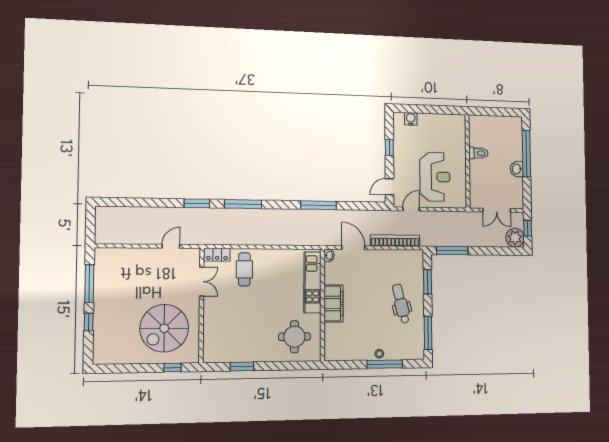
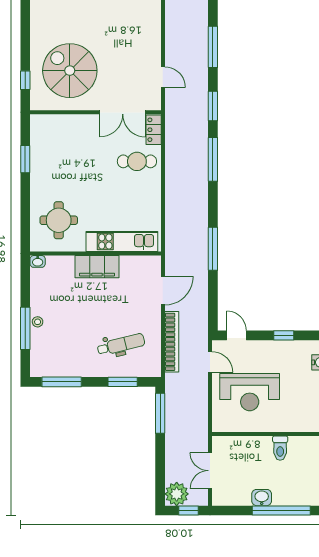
window: (145, 202) -> (213, 47), added
washbasin: (329, 255) -> (38, 261), moved
double door: (202, 282) -> (123, 112), width x1.37
dental chair: (401, 304) -> (121, 345), moved

